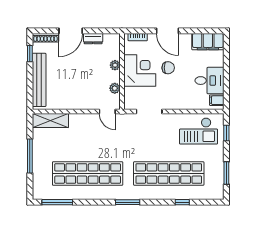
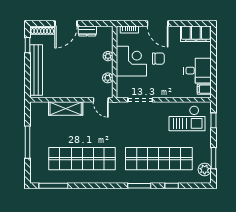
shelving: (50, 121) -> (66, 108), moved
plant: (217, 185) -> (205, 169), added
window: (128, 202) -> (139, 186), moved

